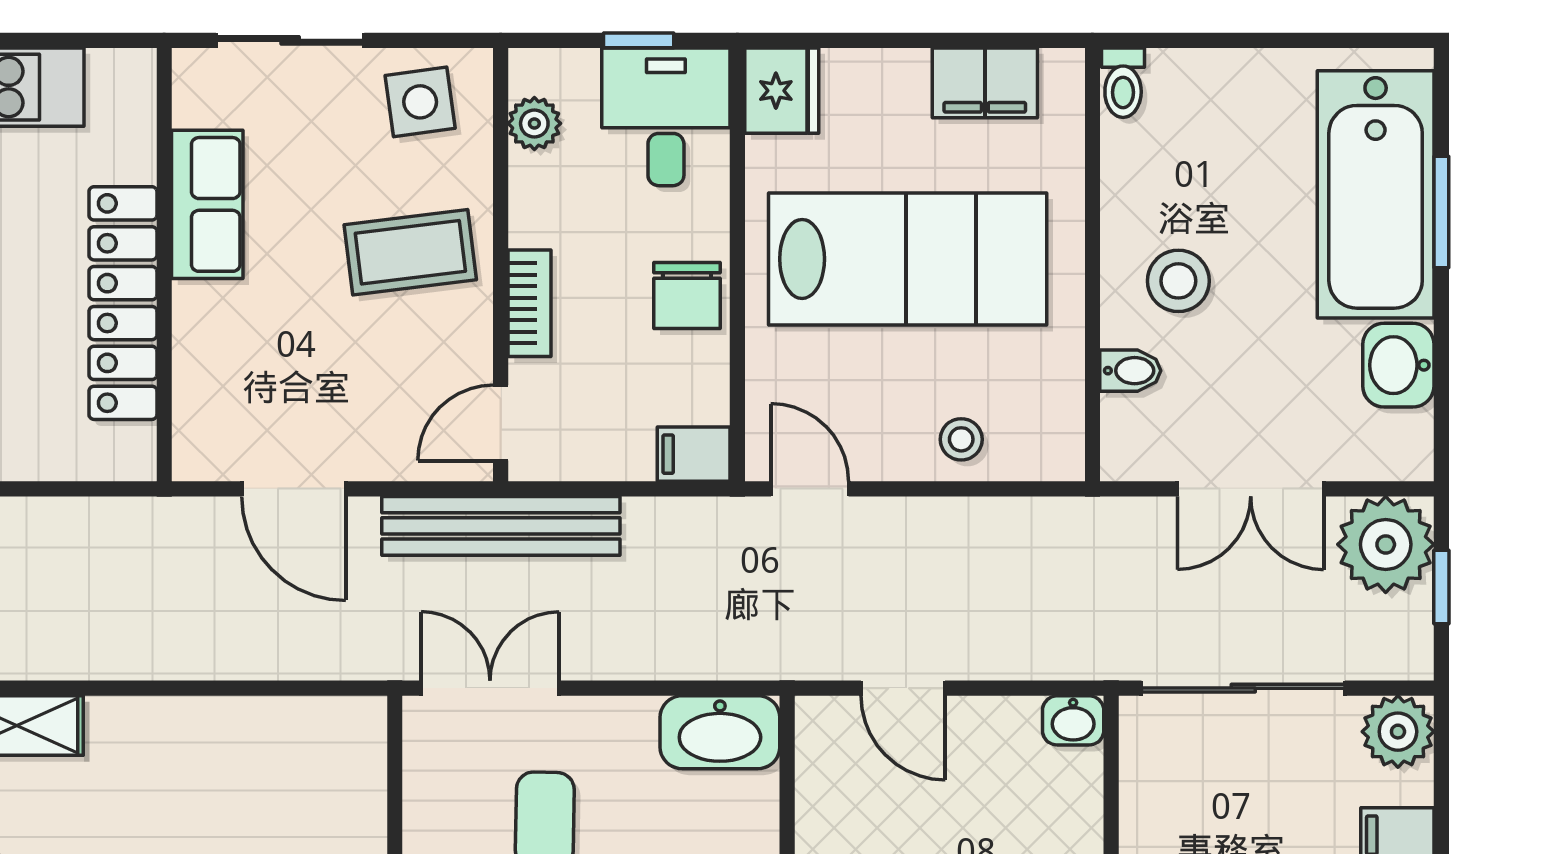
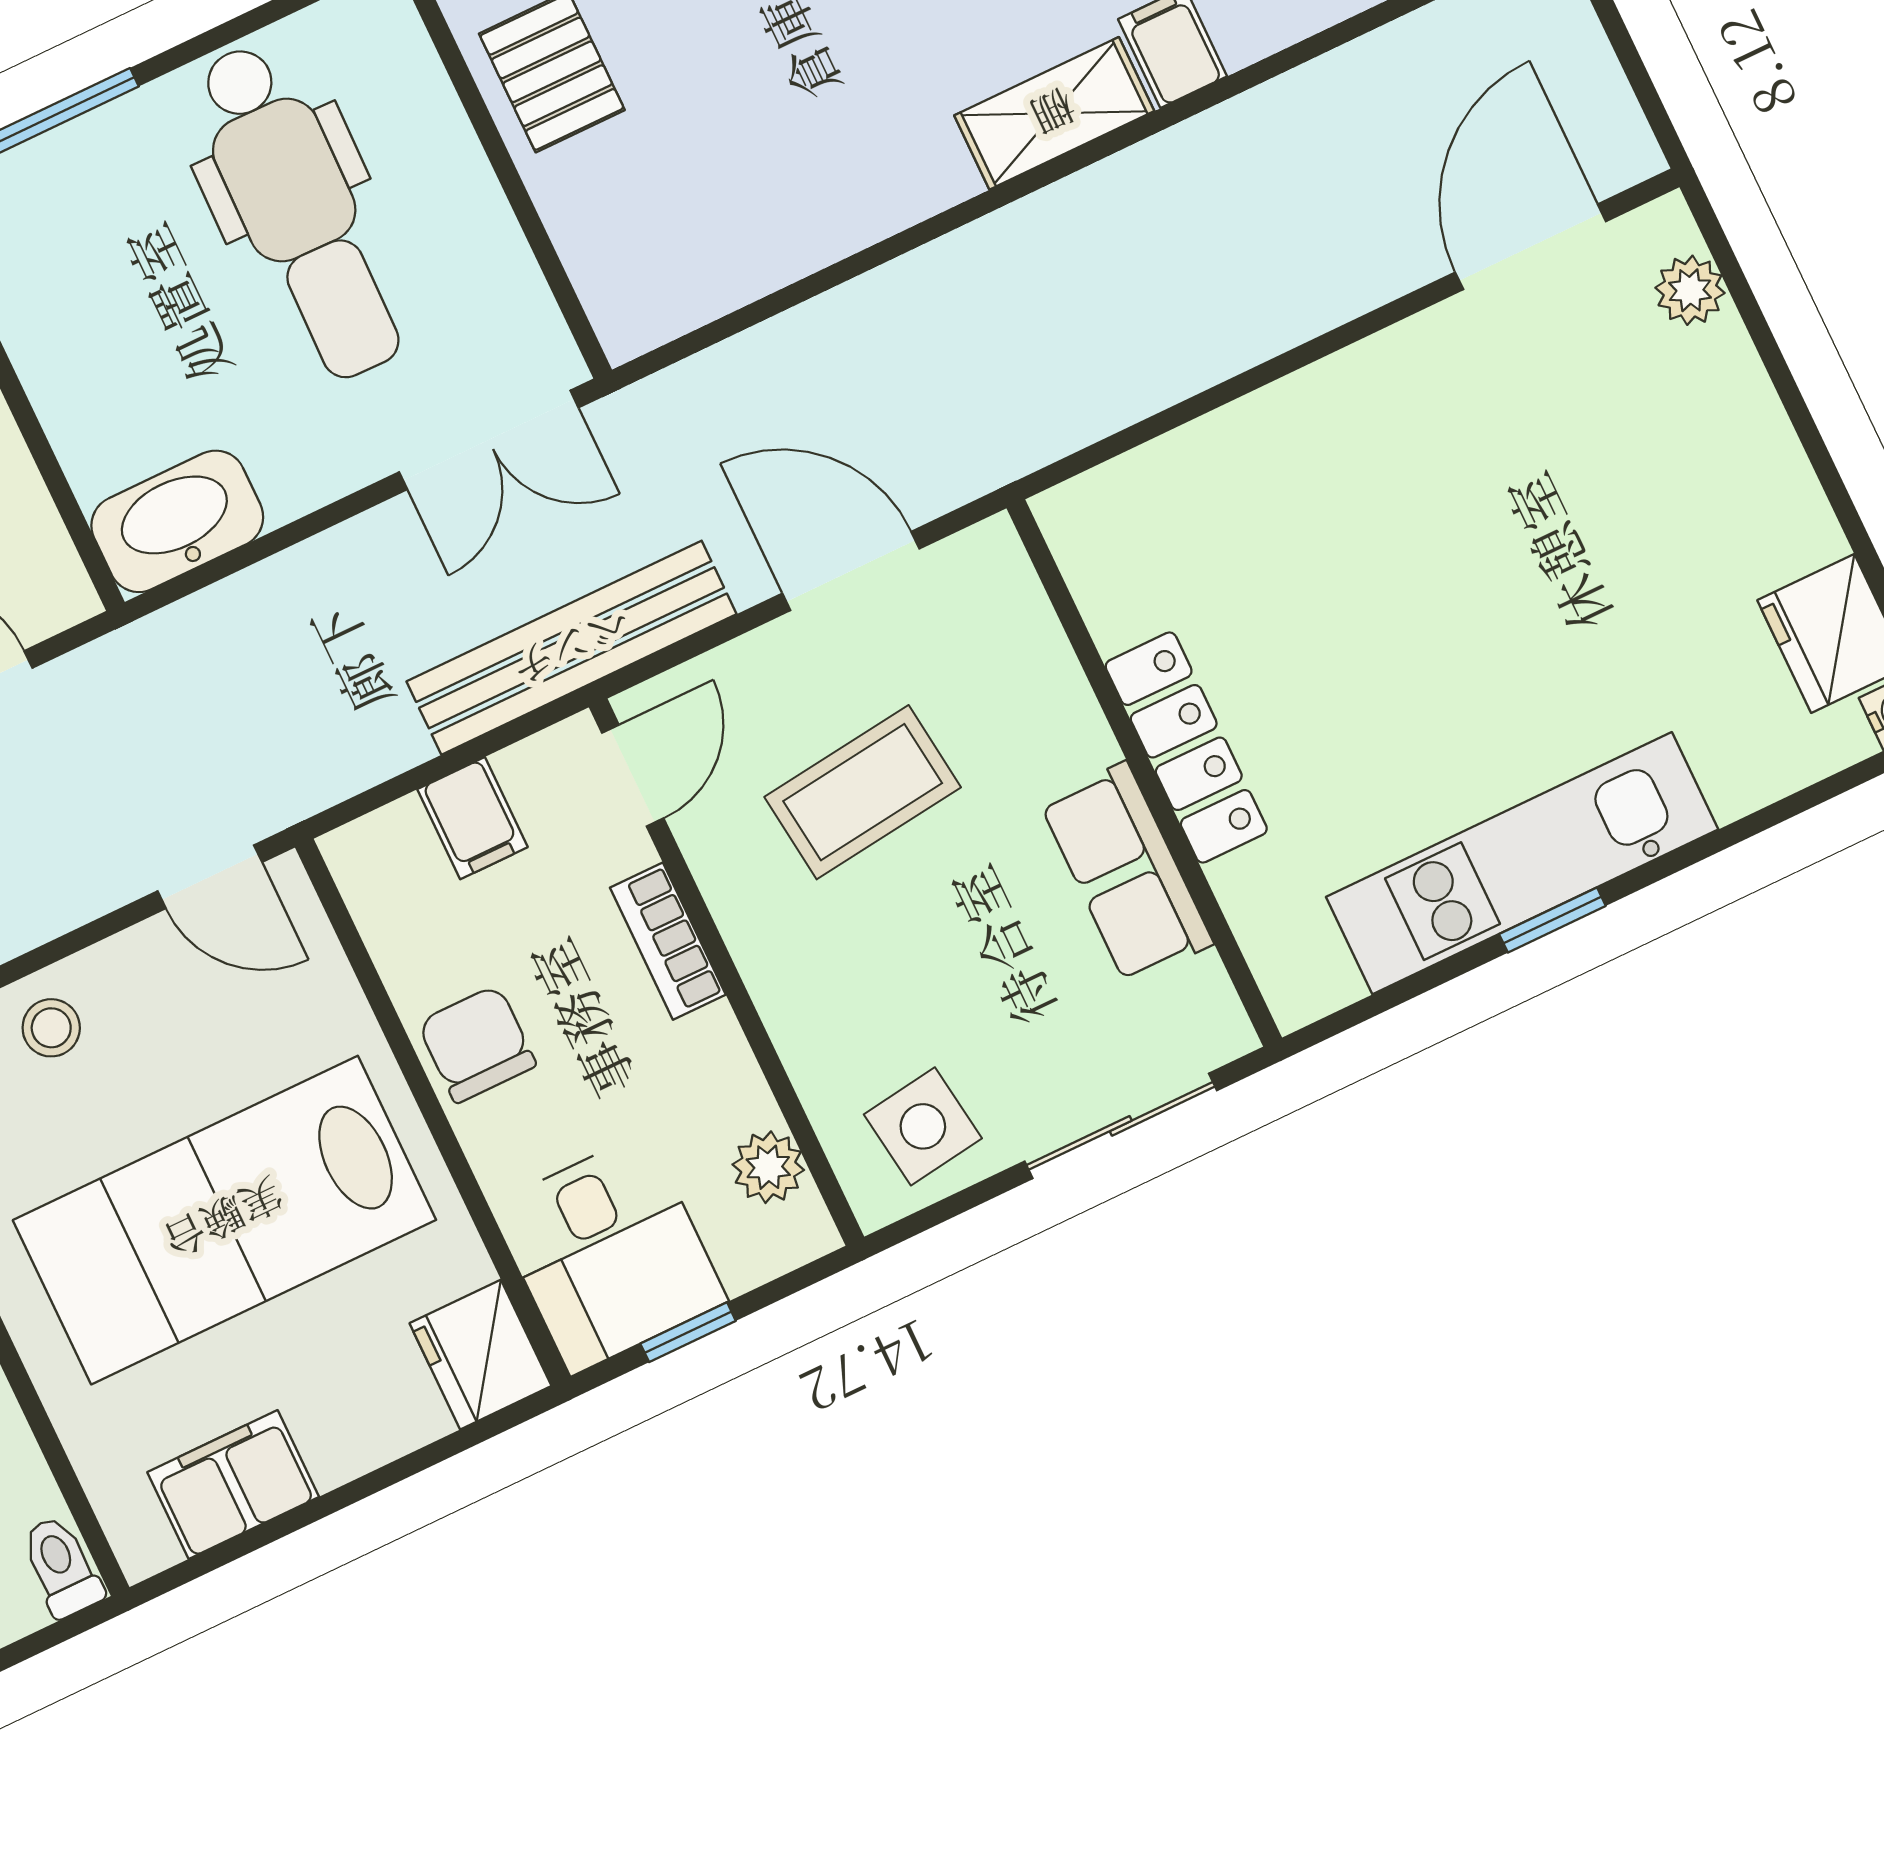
coffee table: (410, 252) -> (863, 792), moved
locker: (123, 303) -> (1186, 748), width x0.71, depth x0.83
filing cabinet: (694, 454) -> (472, 818), moved, turned 90

